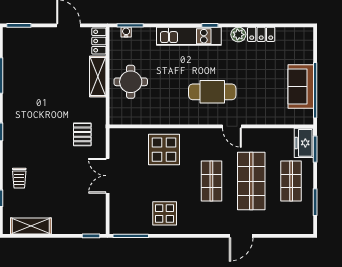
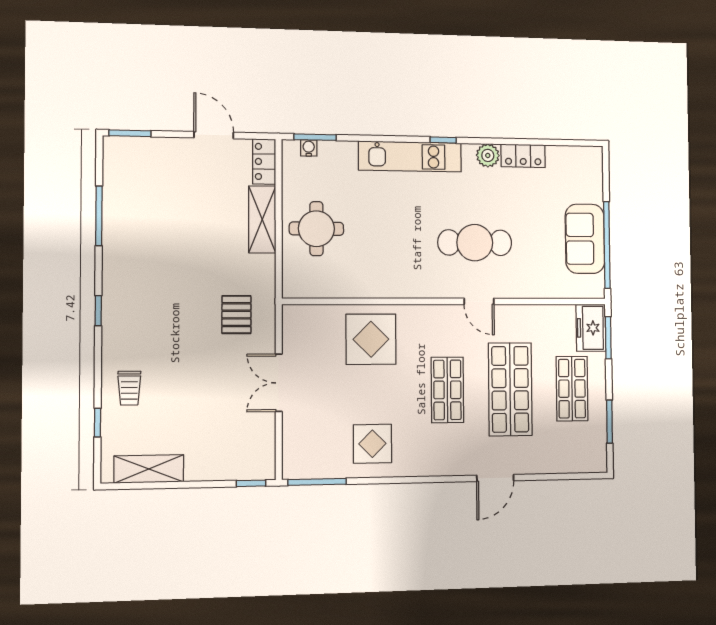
cafe table: (212, 92) -> (475, 243), moved

